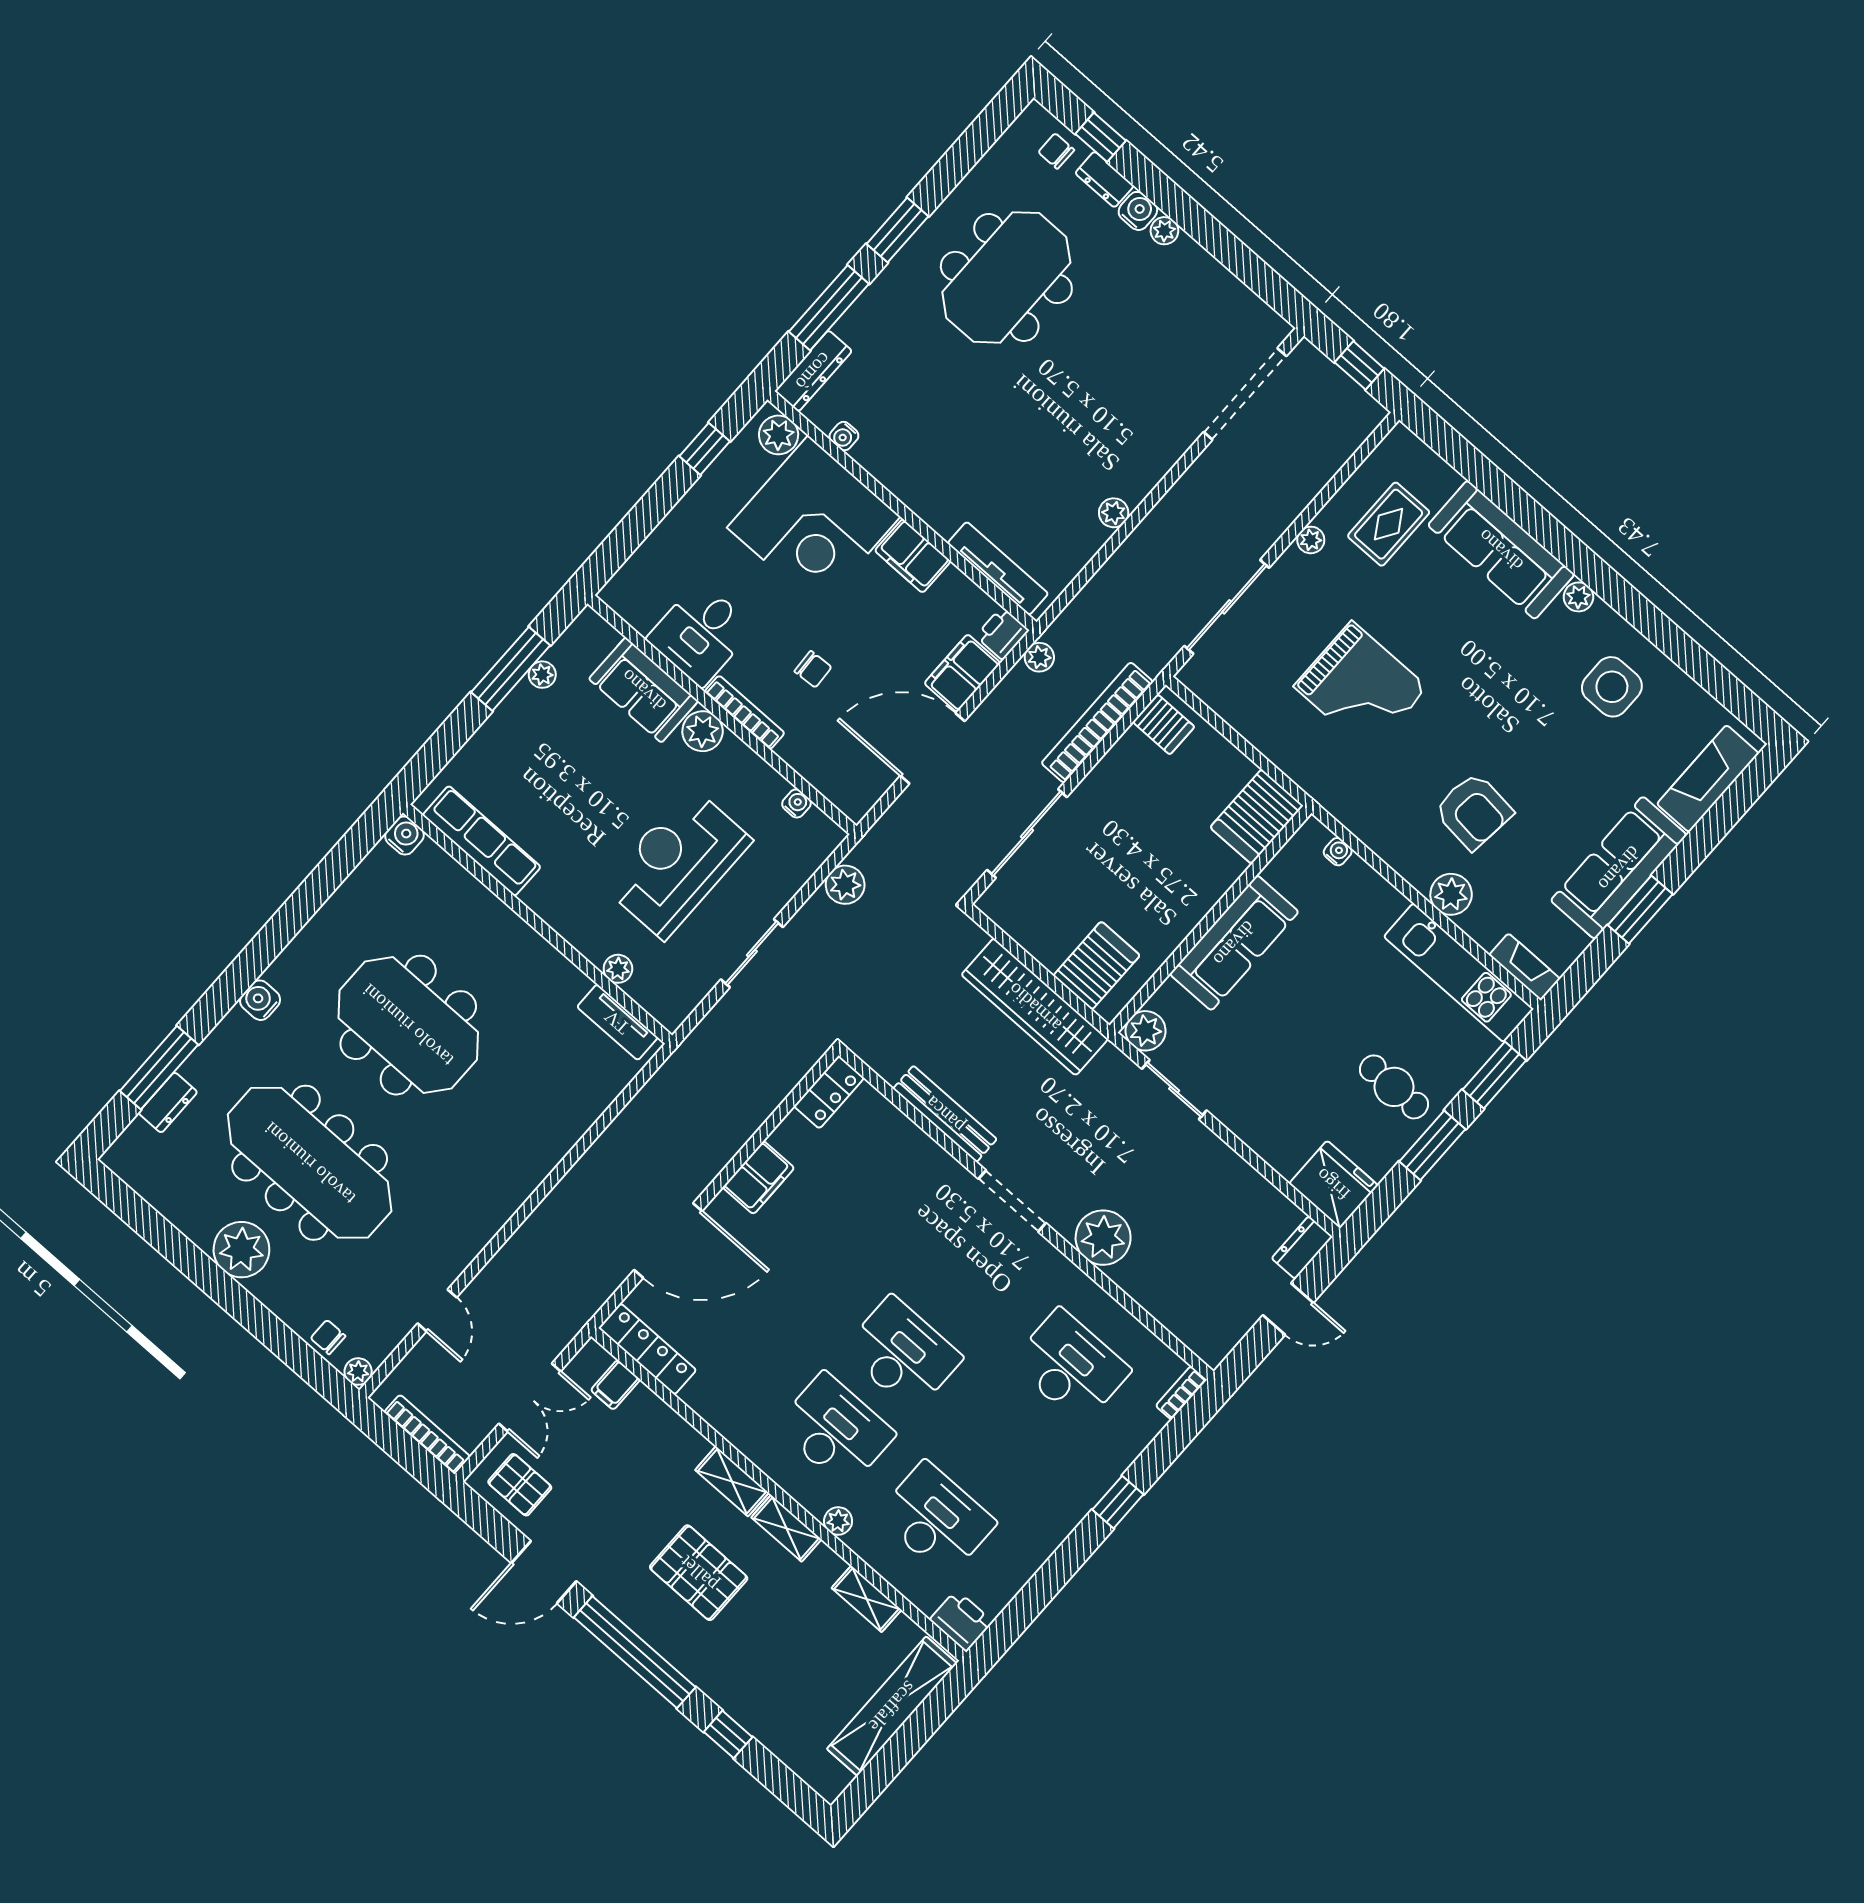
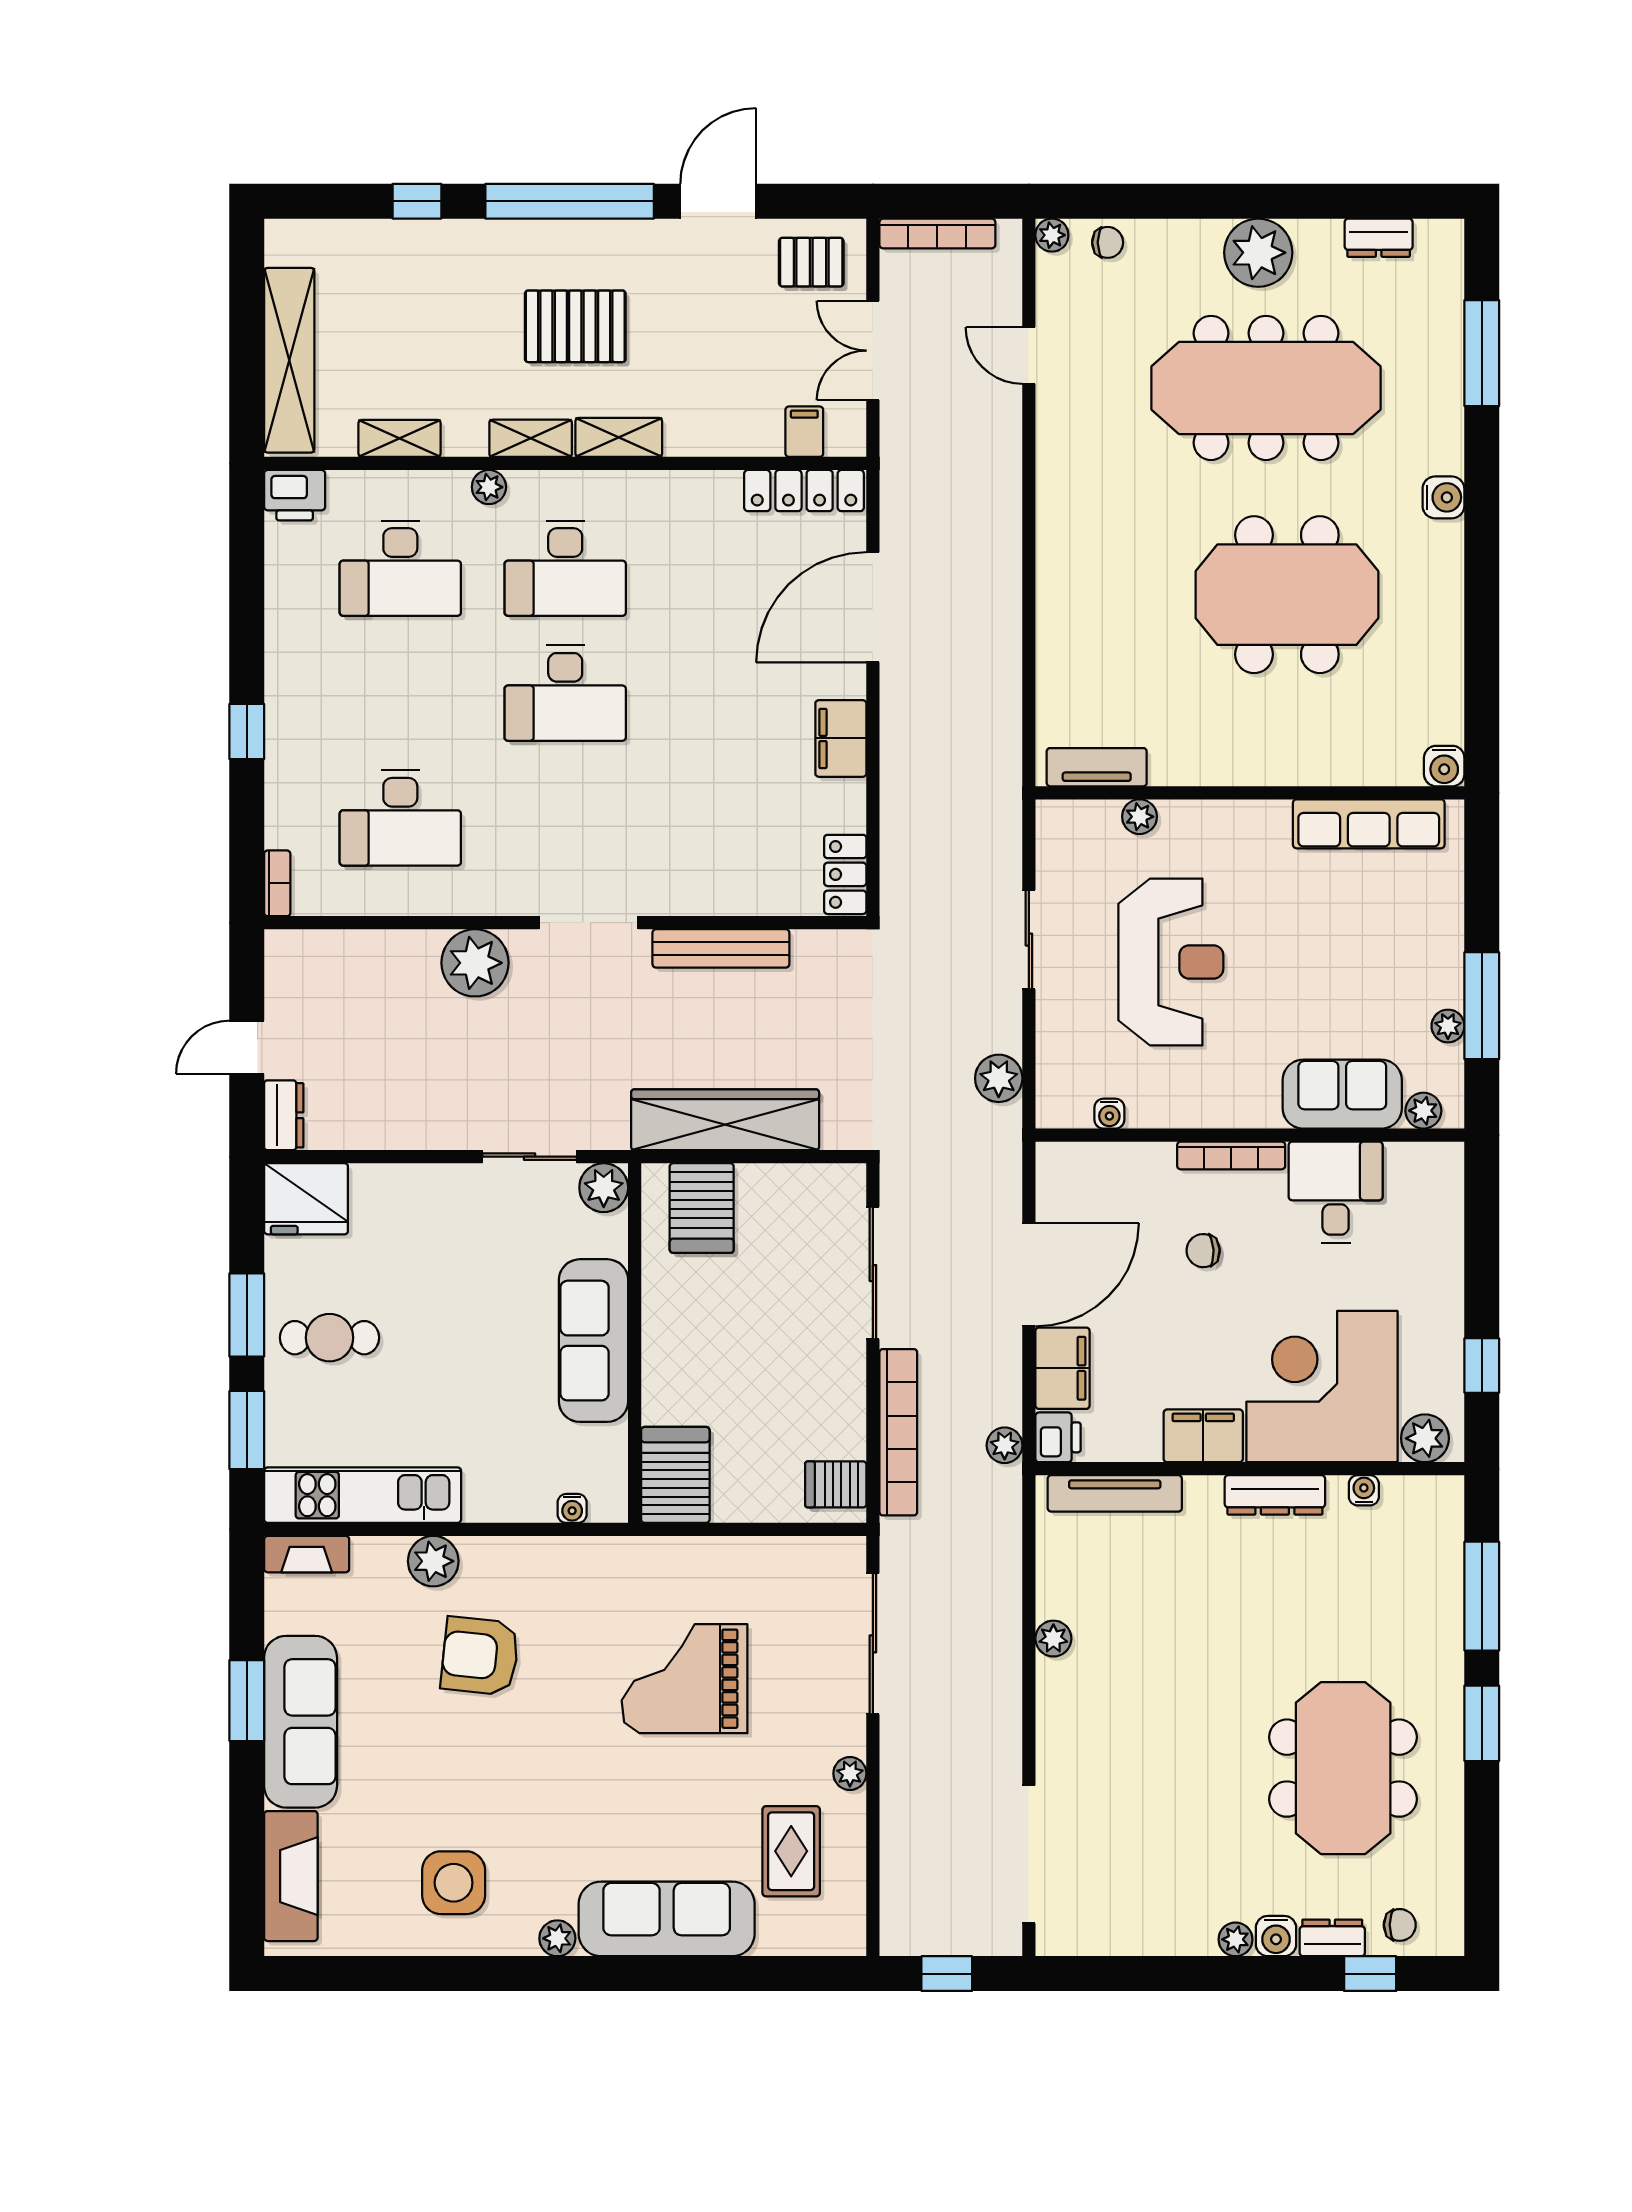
dresser: (813, 371) -> (1275, 1495), moved, turned -90
plant: (703, 731) -> (1423, 1111), moved, width x0.73, depth x0.73
dresser: (168, 1103) -> (1379, 238), moved, turned -90

